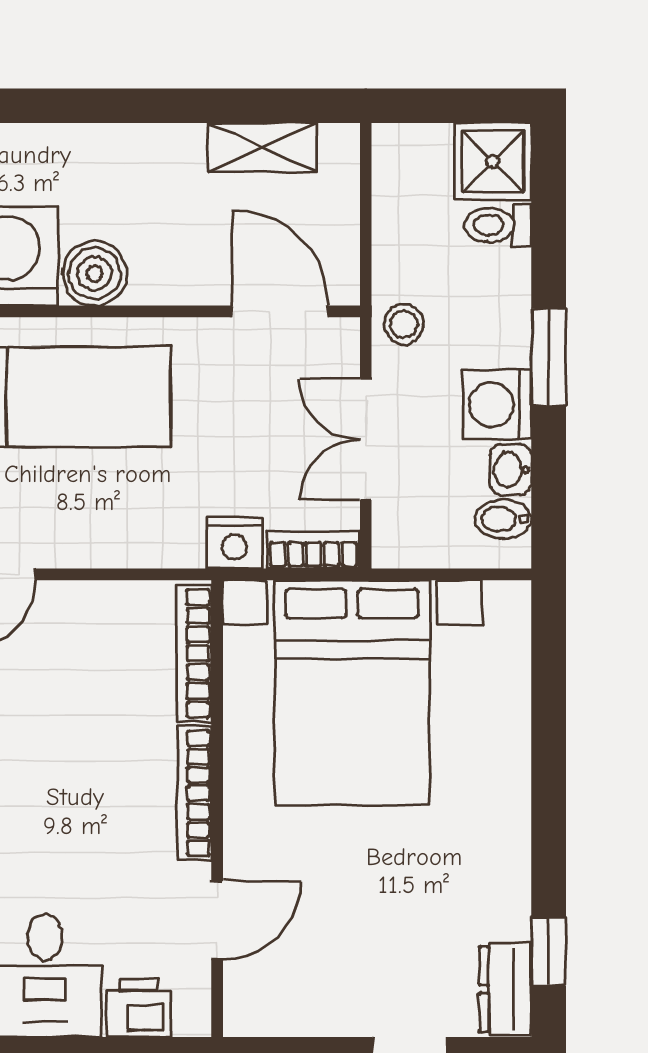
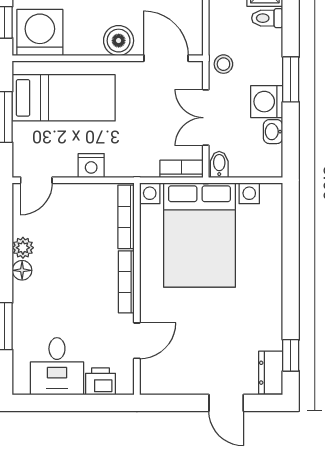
boiler: (95, 273) -> (119, 41), moved
bidet: (503, 519) -> (219, 164), moved, turned 90
nightstand: (234, 543) -> (91, 166), moved

